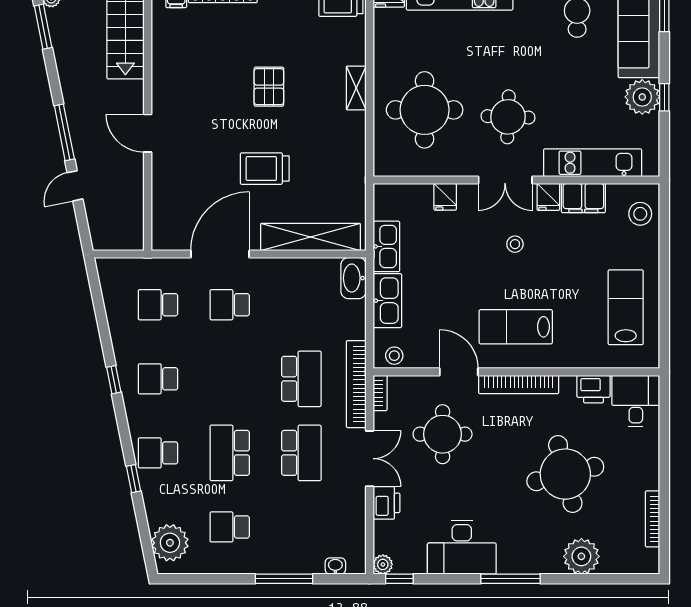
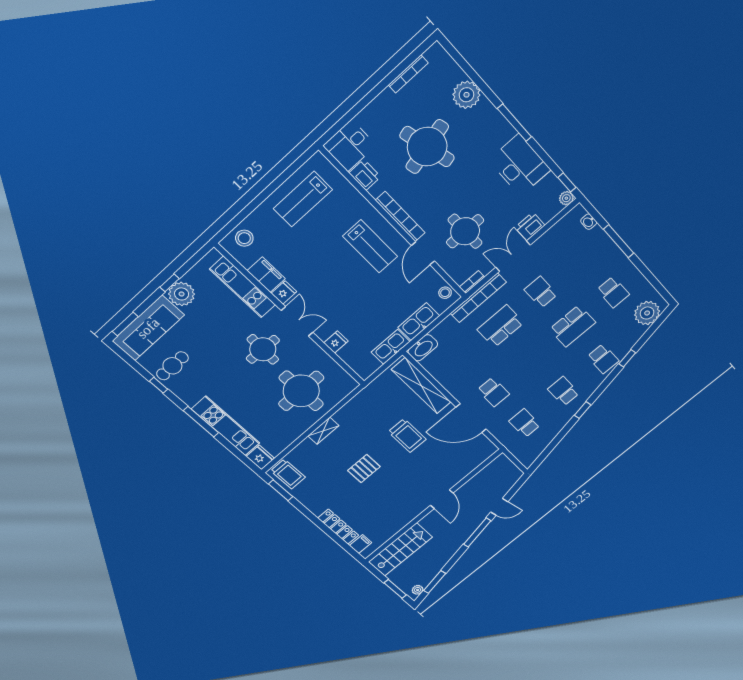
stool: (515, 244) -> (326, 286), removed
school desk: (158, 305) -> (525, 423), turned 180
school desk: (158, 379) -> (564, 391), turned 180
school desk: (301, 453) -> (541, 292), width x0.54

